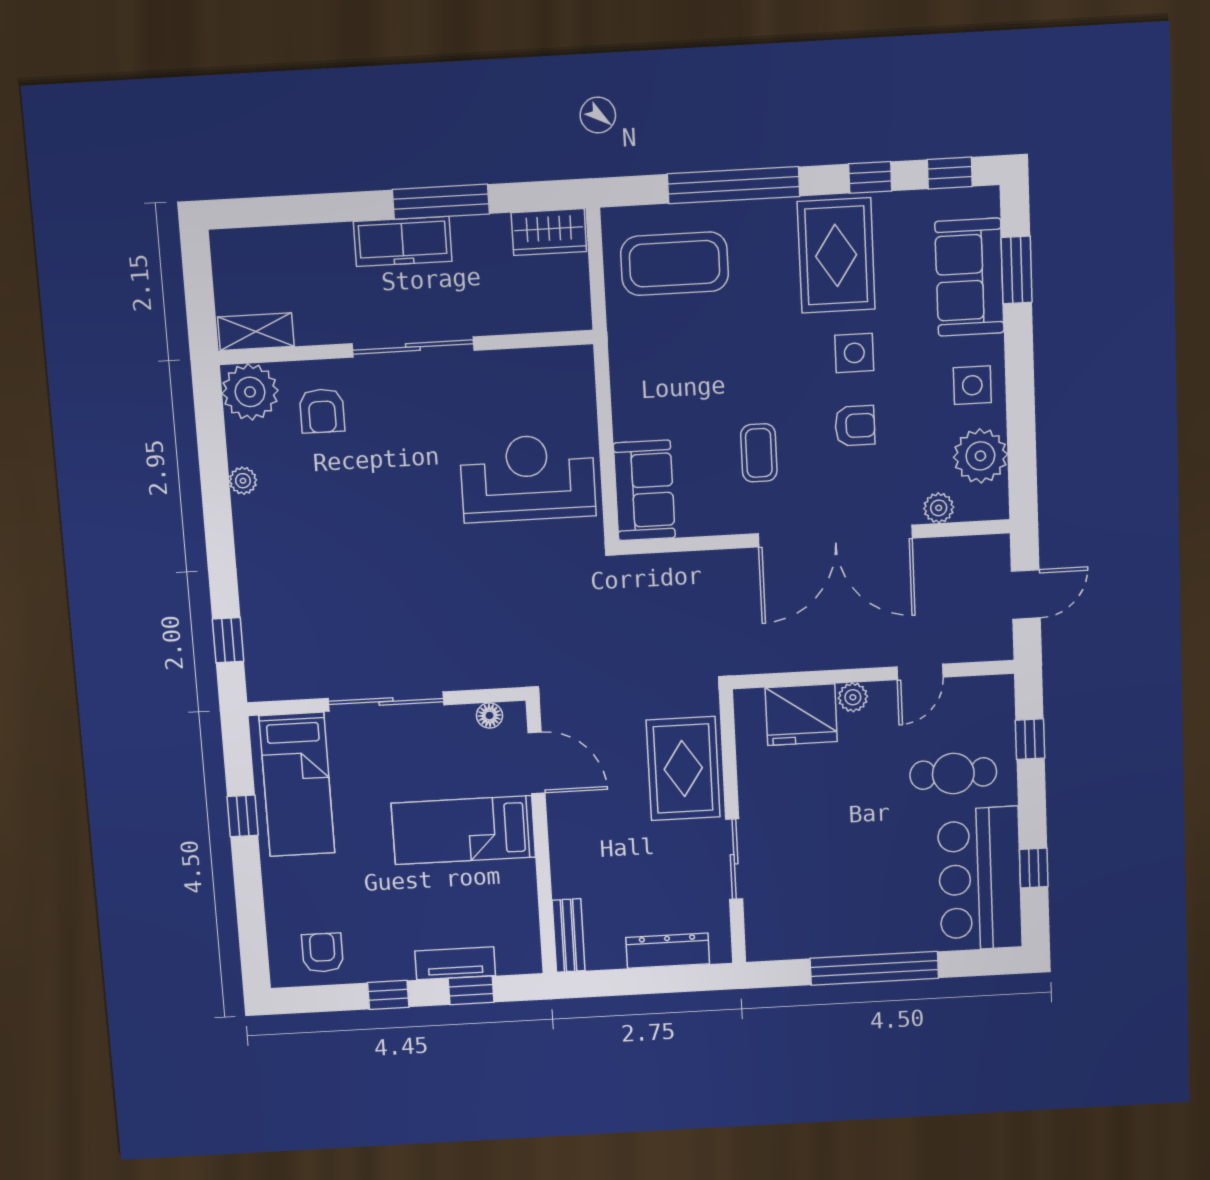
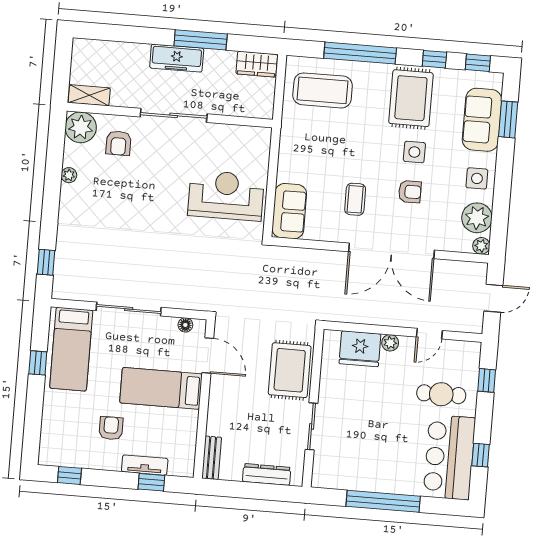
plant: (939, 508) -> (481, 246), moved
armchair: (323, 953) -> (111, 428), moved
window: (388, 995) -> (69, 475), moved

